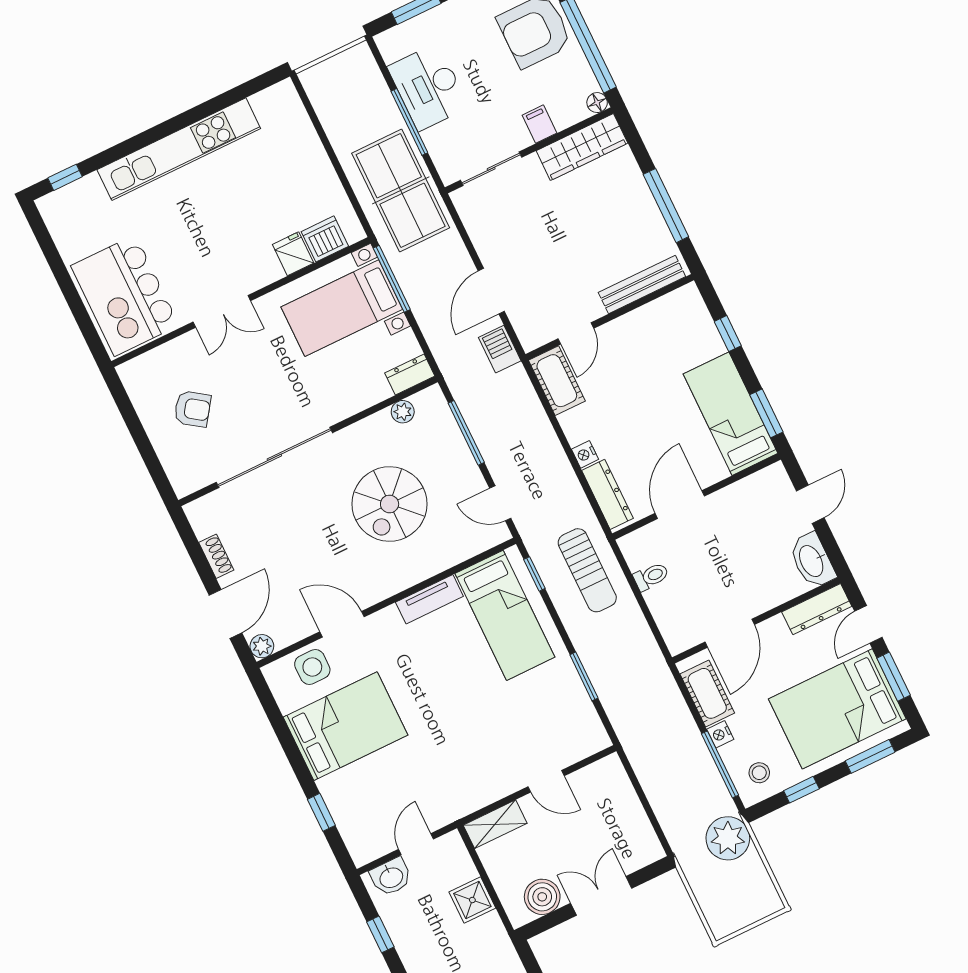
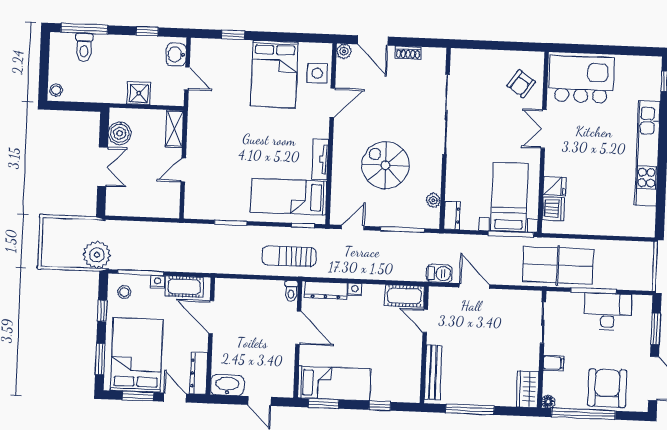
wardrobe: (582, 147) -> (528, 389), width x0.67
armchair: (192, 409) -> (521, 84), moved
toilet: (651, 576) -> (291, 291), moved

